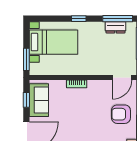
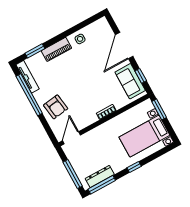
dresser: (115, 27) -> (100, 176), width x1.44
armchair: (121, 114) -> (56, 107), turned 82

